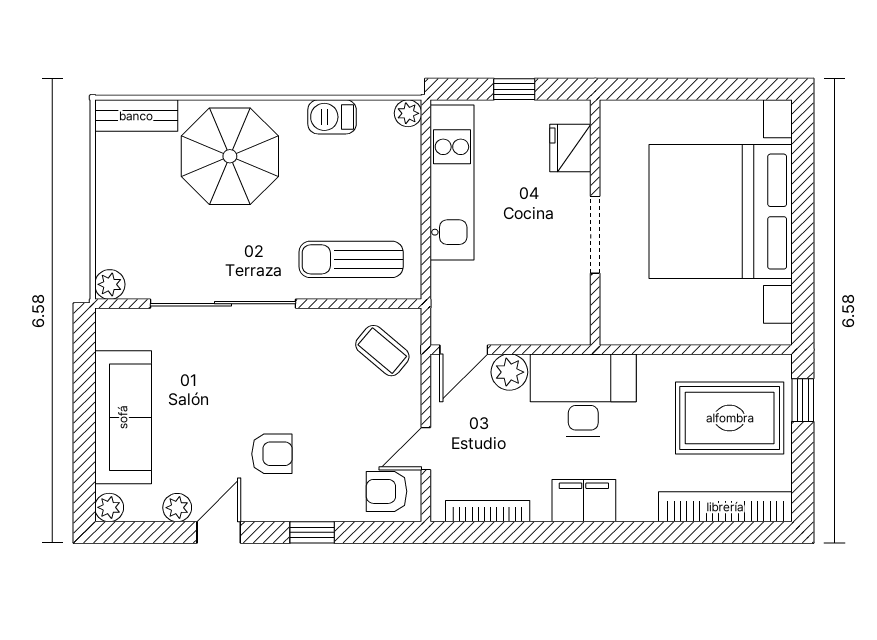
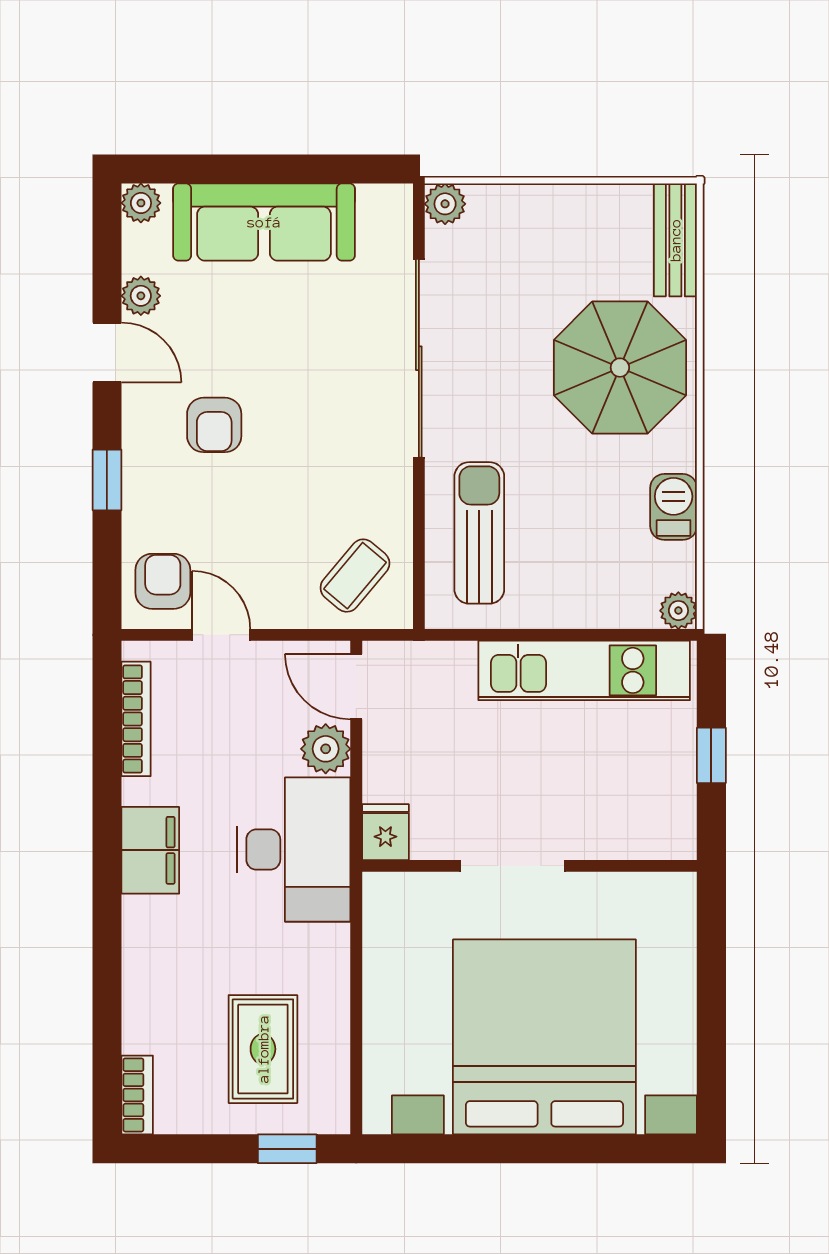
fridge: (570, 148) -> (385, 832), moved, width x0.72
rug: (730, 418) -> (263, 1049), width x0.73, depth x0.70
bookcase: (725, 507) -> (137, 1095), width x0.43, depth x0.76

